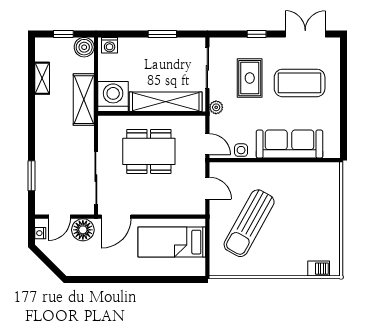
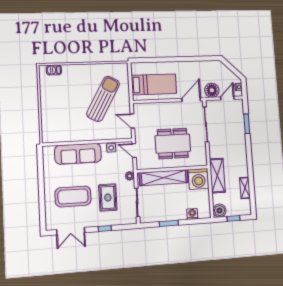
washing machine: (110, 45) -> (192, 214), moved

